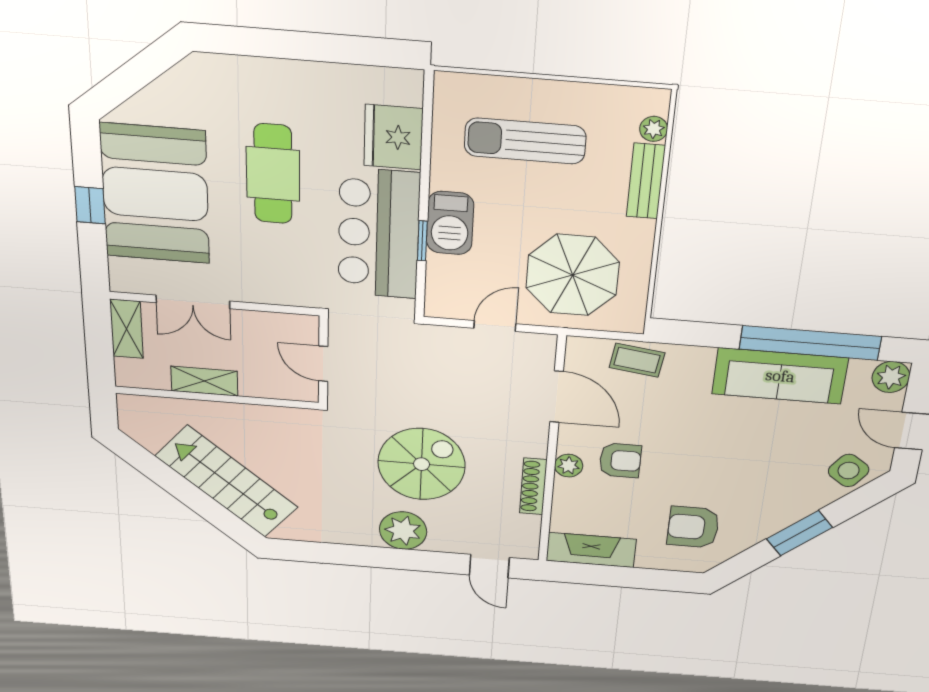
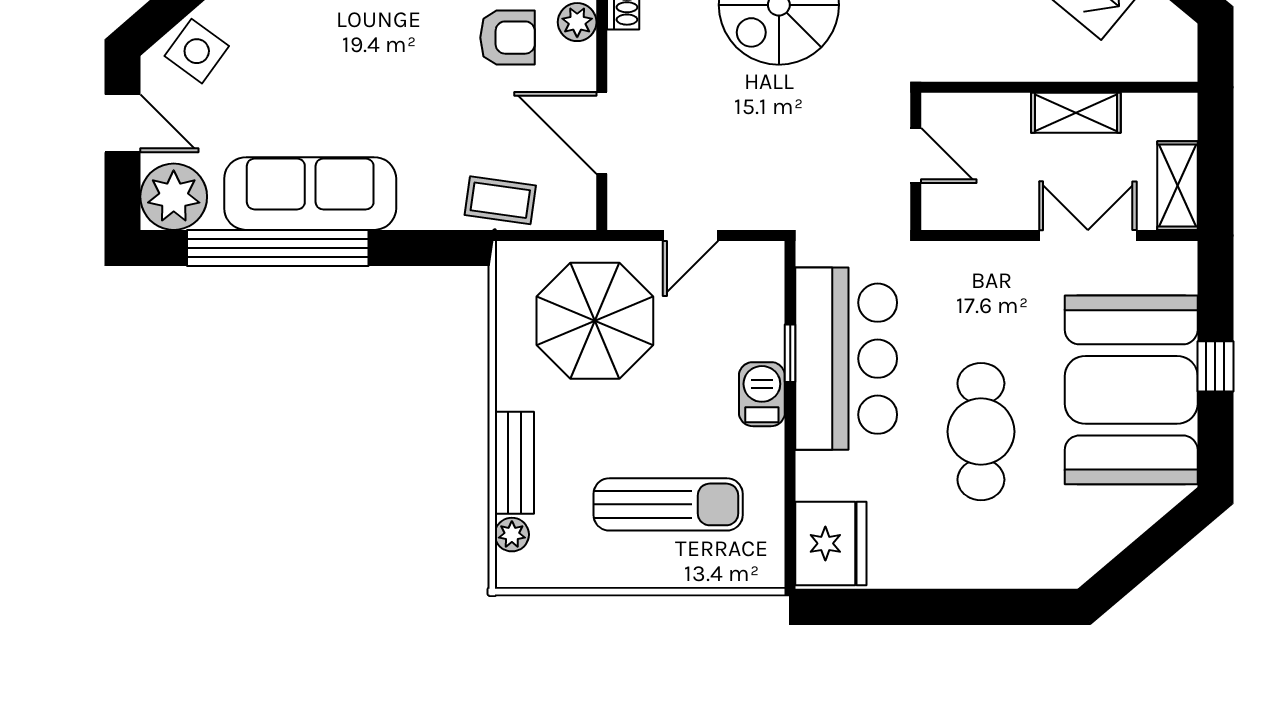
fridge: (393, 137) -> (831, 543), moved
barbecue: (450, 223) -> (762, 394), width x0.73, depth x0.79
plant: (891, 377) -> (174, 197), width x1.36, depth x1.36
armchair: (620, 460) -> (508, 38), turned 180

